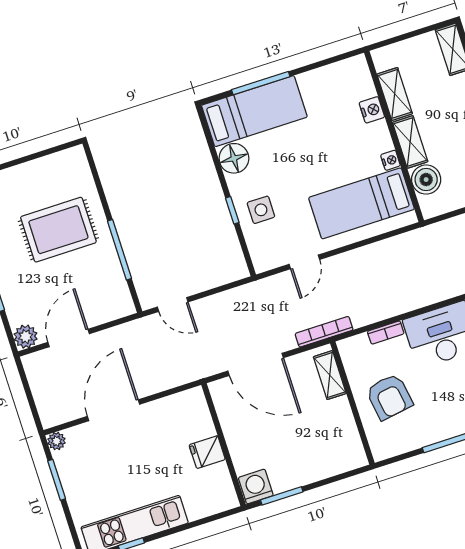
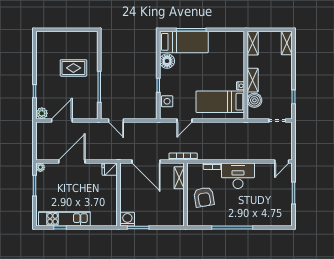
shelving: (395, 94) -> (253, 43), moved
nightstand: (372, 110) -> (239, 59), removed
side table: (261, 210) -> (167, 101), moved
rug: (58, 230) -> (73, 68), width x0.73, depth x0.70
fridge: (207, 452) -> (110, 169), moved

